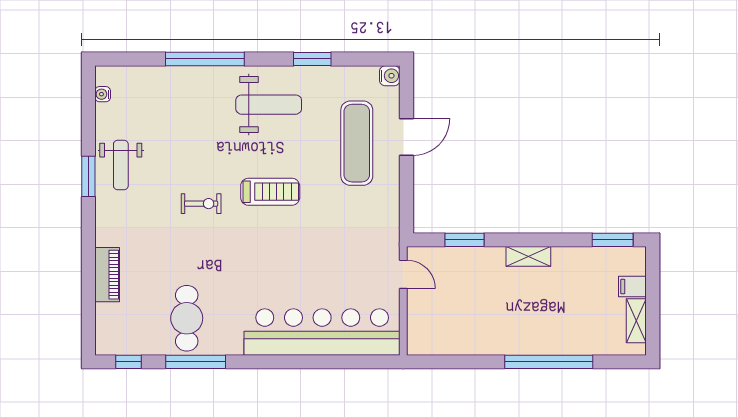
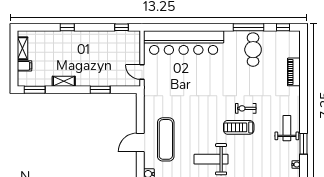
window: (88, 176) -> (303, 144), moved
treadmill: (270, 192) -> (239, 127), moved
window: (464, 240) -> (100, 90), moved
shelving: (528, 256) -> (64, 81), moved
window: (443, 362) -> (121, 27), added
window: (549, 362) -> (67, 27), width x0.32

